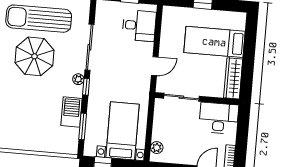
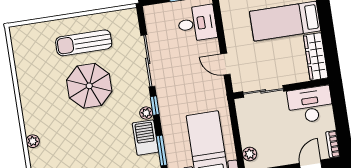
sun lounger: (39, 19) -> (84, 43), width x0.73, depth x0.75
door: (155, 66) -> (225, 64), swing flipped
plant: (78, 79) -> (146, 113), moved

